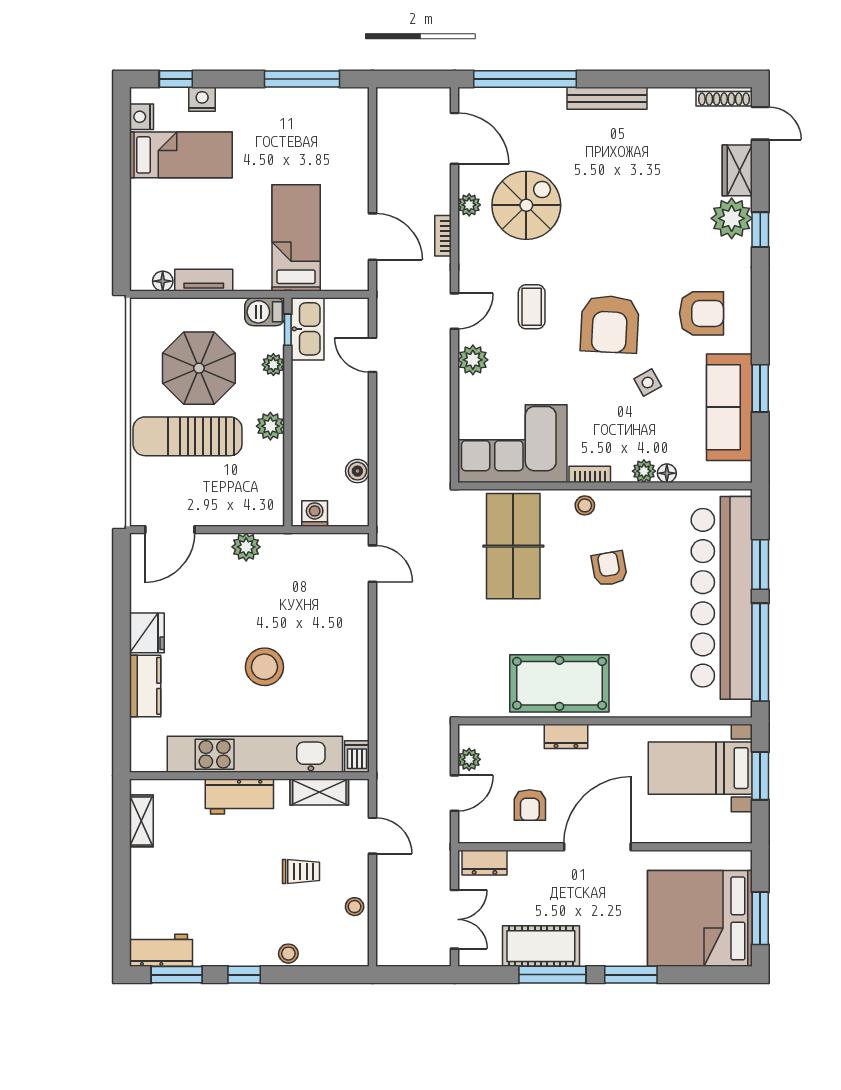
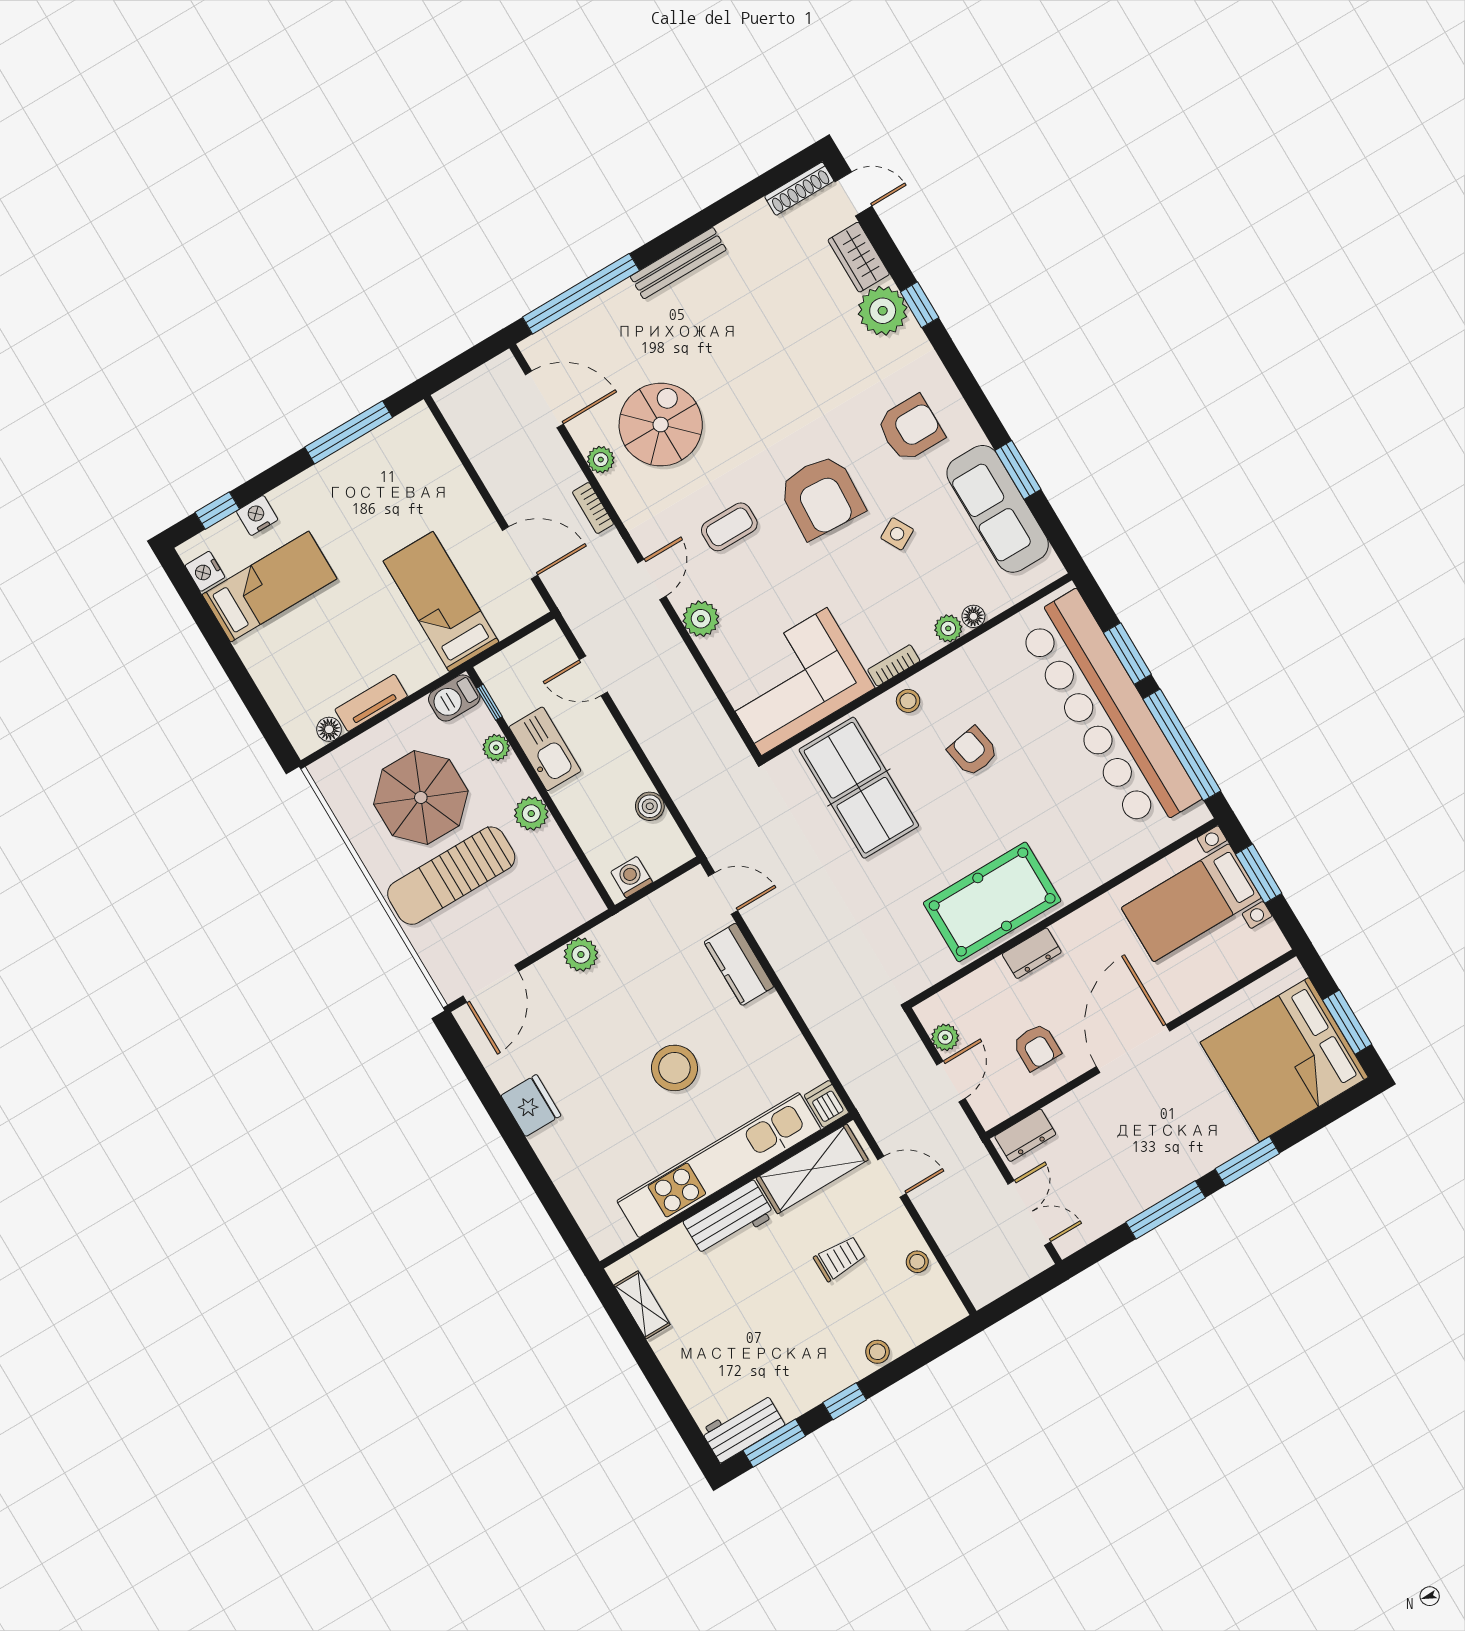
coffee table: (532, 307) -> (729, 527), turned 90
kitchen sink: (307, 329) -> (545, 749), moved
kitchen counter: (145, 686) -> (739, 964), moved, turned 180
shelving: (319, 792) -> (812, 1169), width x1.50, depth x1.33
cot: (541, 946) -> (1136, 1187), removed

